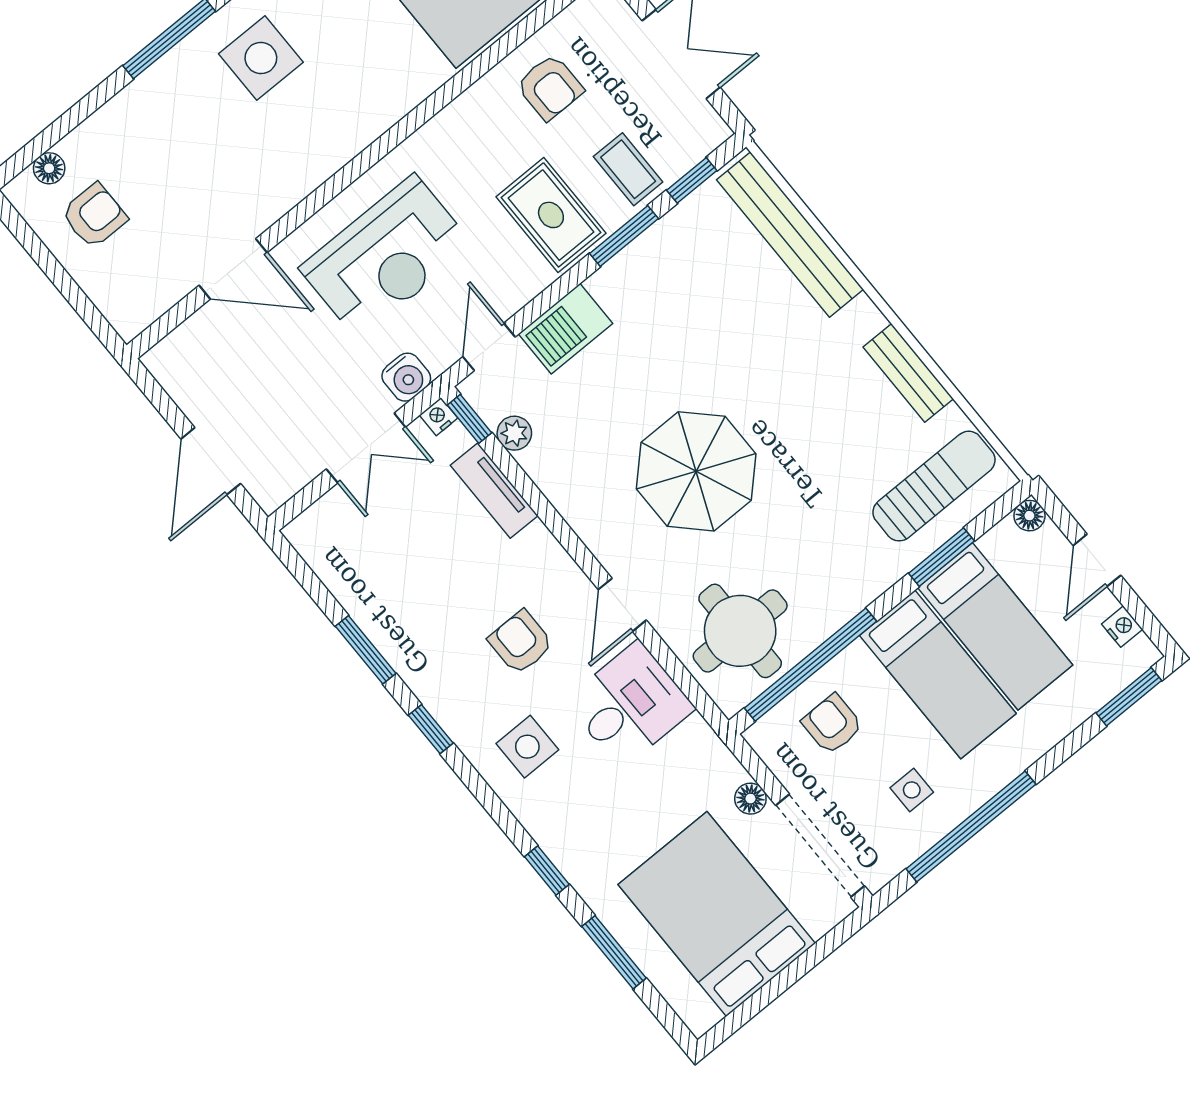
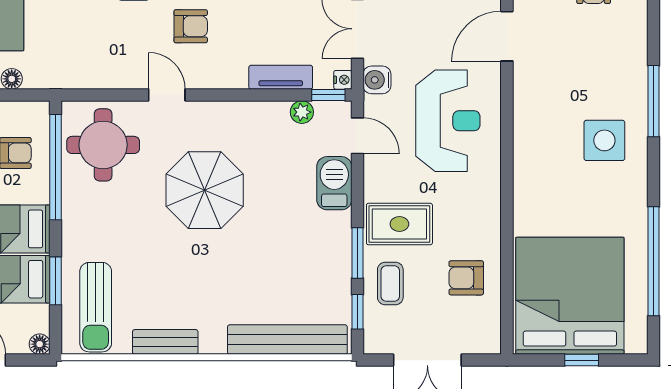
coffee table: (628, 169) -> (390, 283), turned 90
reception desk: (386, 257) -> (448, 121), turned 180
desk: (630, 705) -> (112, 56), removed

